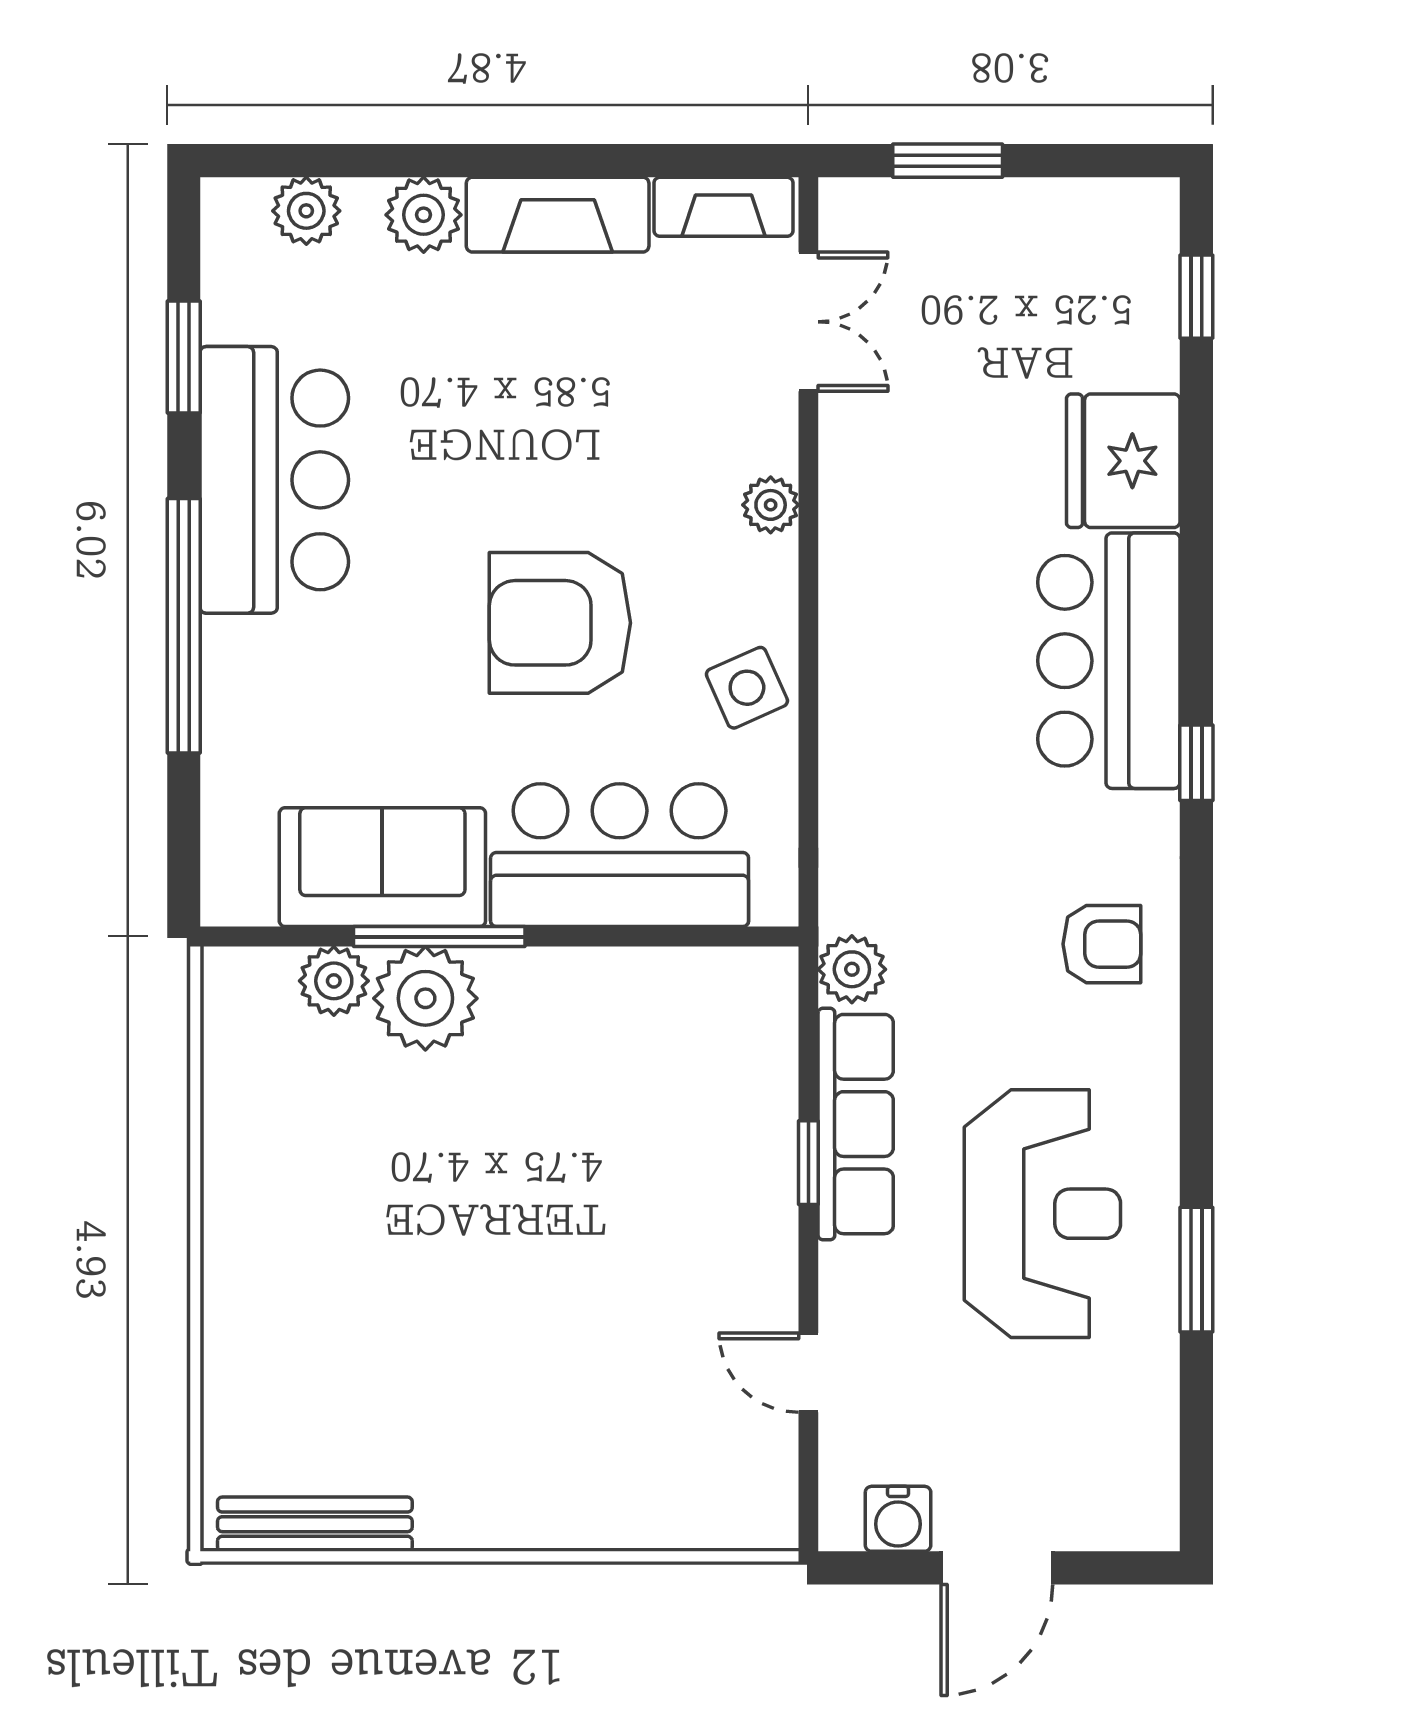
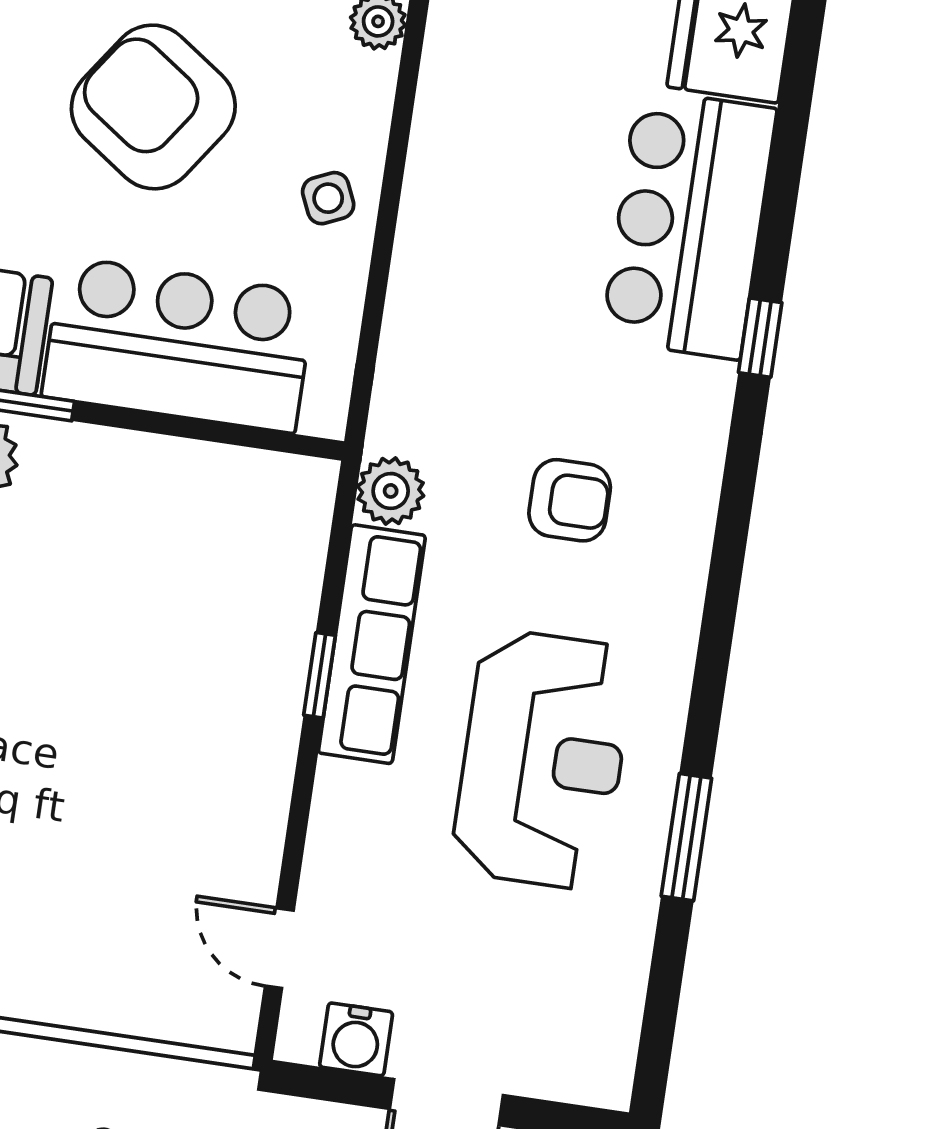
armchair: (560, 623) -> (153, 107), turned 35
side table: (747, 688) -> (328, 198), width x0.73, depth x0.73
armchair: (1102, 944) -> (570, 500), moved
door: (808, 1373) -> (279, 948), moved

